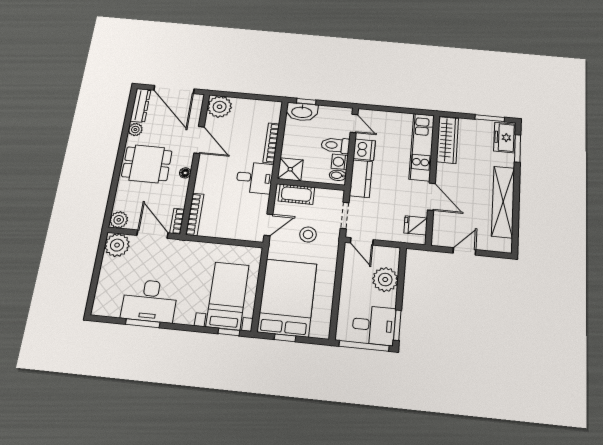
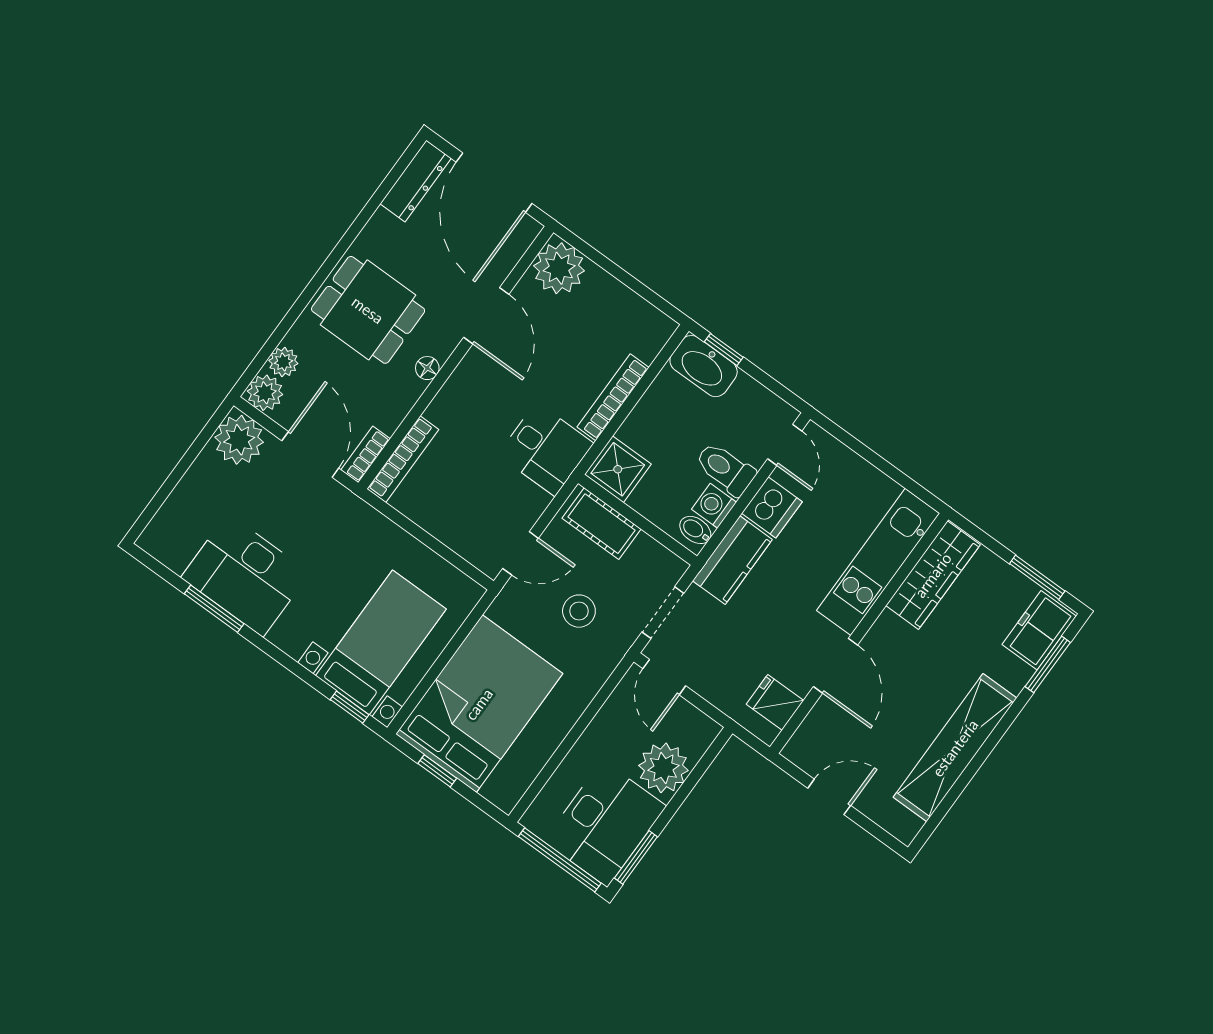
plant: (135, 130) -> (283, 362), moved
desk: (374, 325) -> (605, 824), width x1.37

